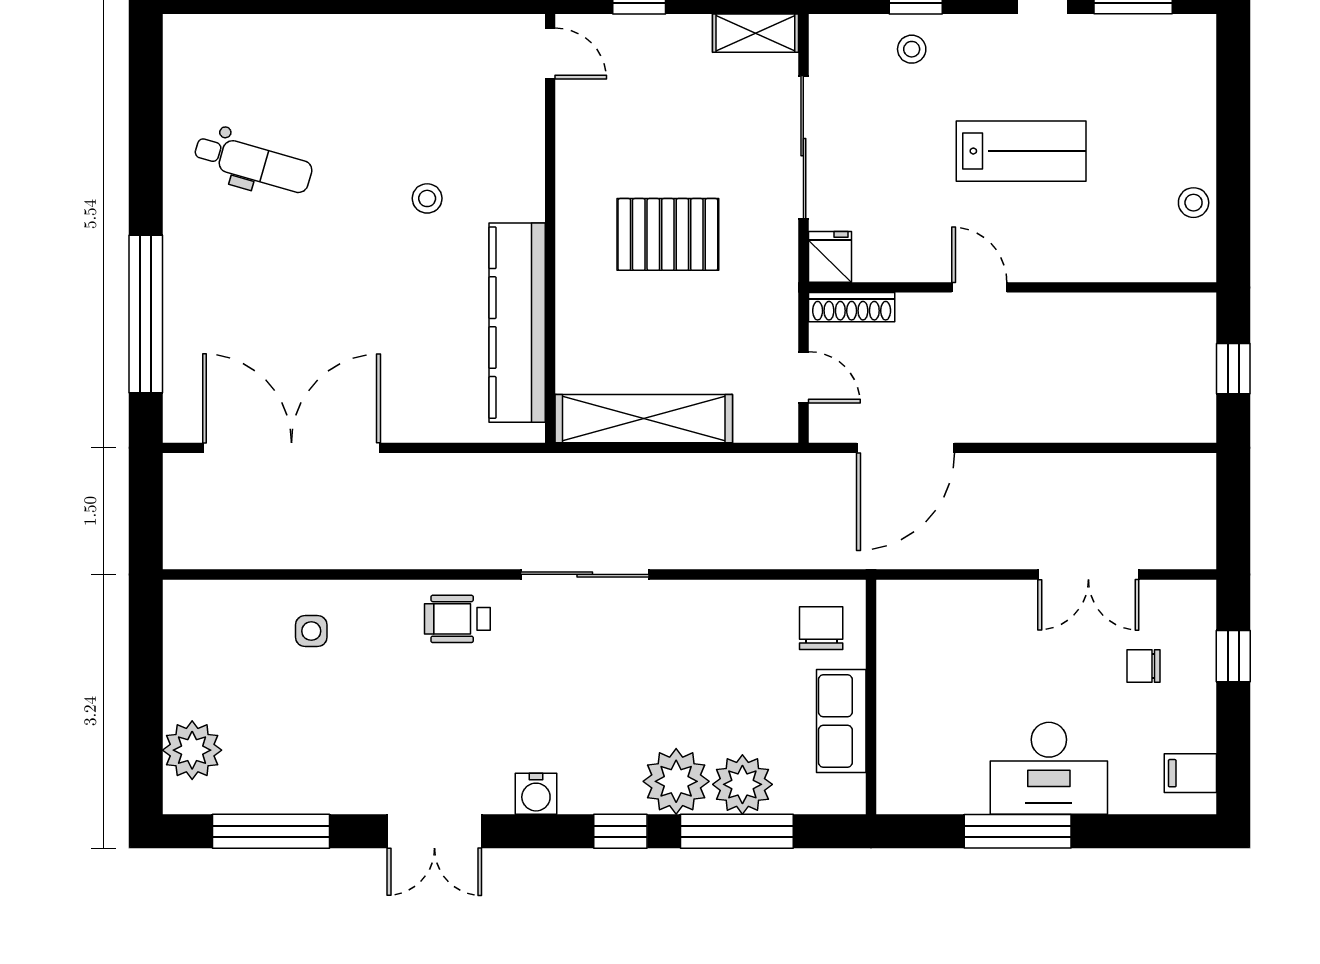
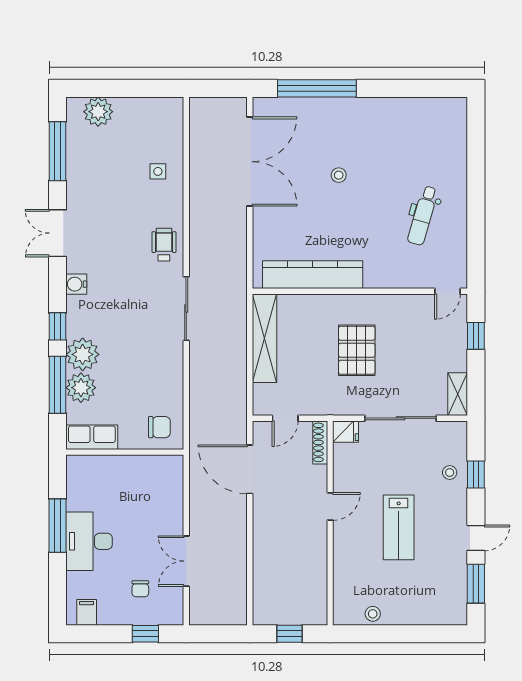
dental chair: (253, 163) -> (423, 216), moved
stool: (427, 198) -> (339, 175), moved
chair: (1144, 666) -> (140, 589), turned 180
row of seats: (841, 721) -> (92, 437), moved

